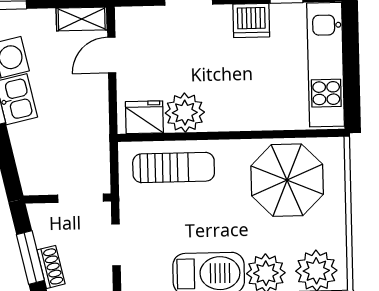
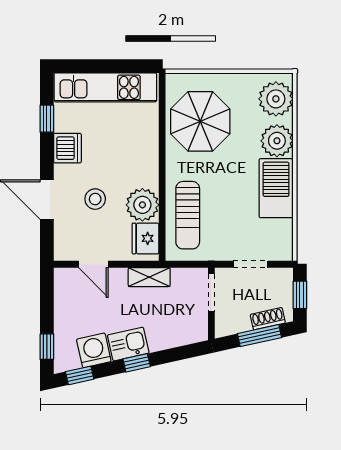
shelving: (82, 19) -> (149, 277), moved, turned 90
stool: (191, 55) -> (95, 199), added
sun lounger: (174, 168) -> (188, 215), turned 180

